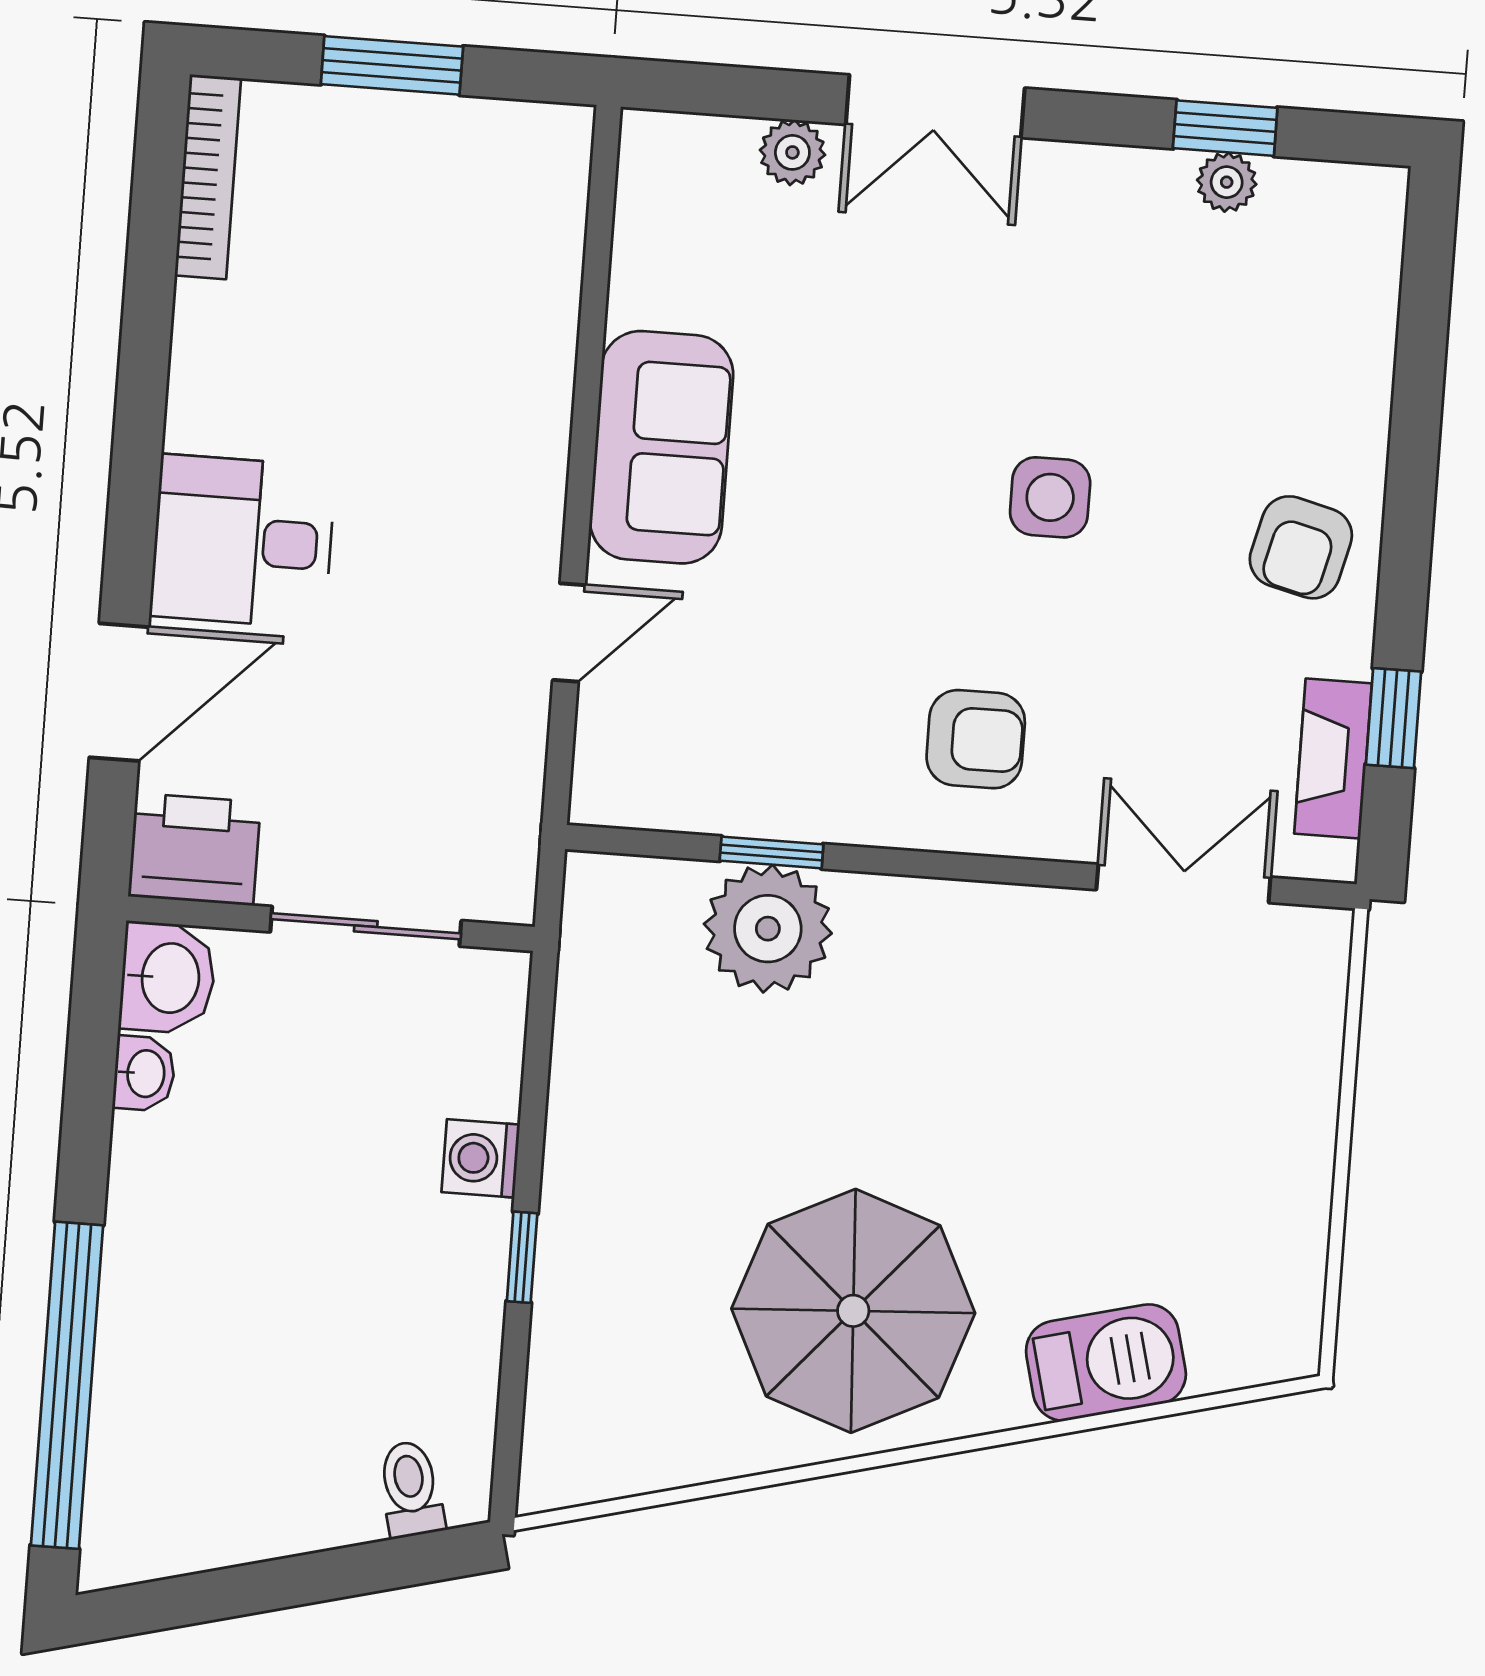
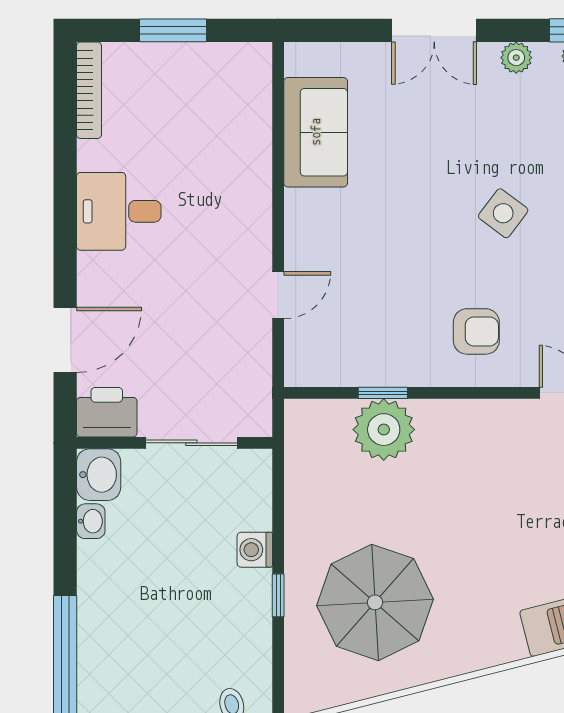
plant: (792, 152) -> (516, 58), moved
sofa: (661, 447) -> (316, 132), moved
side table: (1050, 497) -> (503, 213), turned 37
desk: (243, 541) -> (119, 211), moved
parasol: (853, 1311) -> (375, 602), moved

